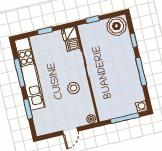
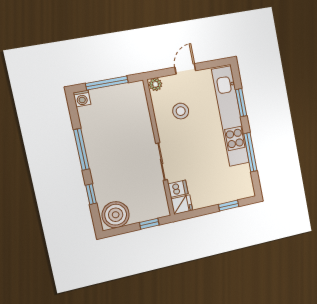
window: (45, 31) -> (229, 206), moved
kitchen unit: (30, 74) -> (231, 116), moved
stool: (73, 88) -> (181, 111), moved

